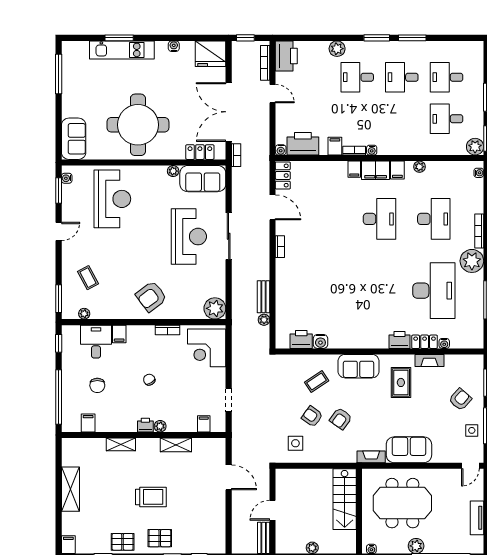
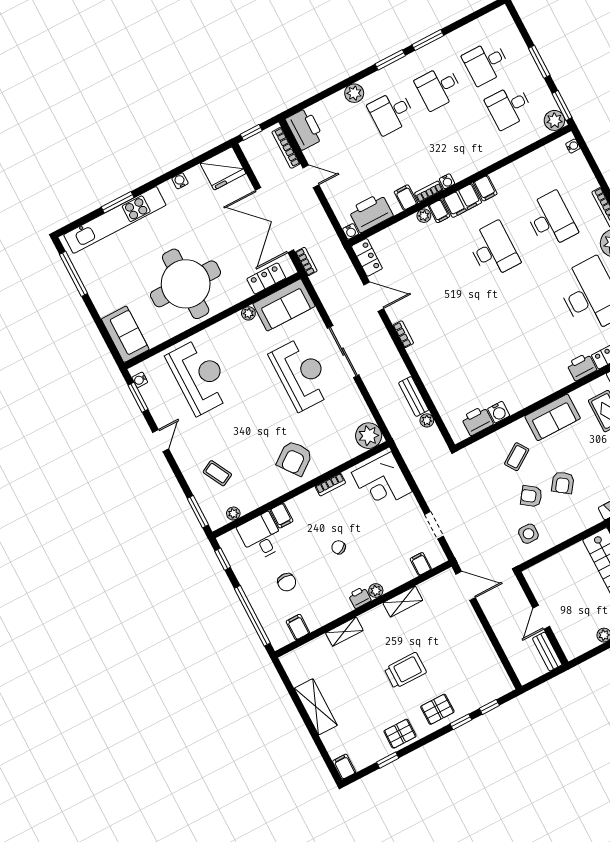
kitchen unit: (122, 50) -> (115, 220), width x1.36
plant: (419, 167) -> (424, 216), moved
door: (229, 477) -> (466, 586), moved

